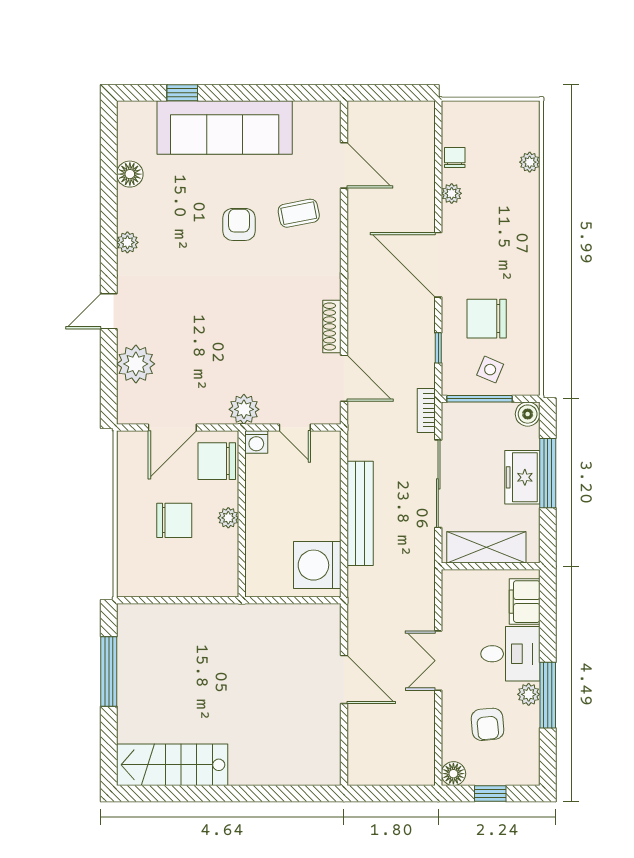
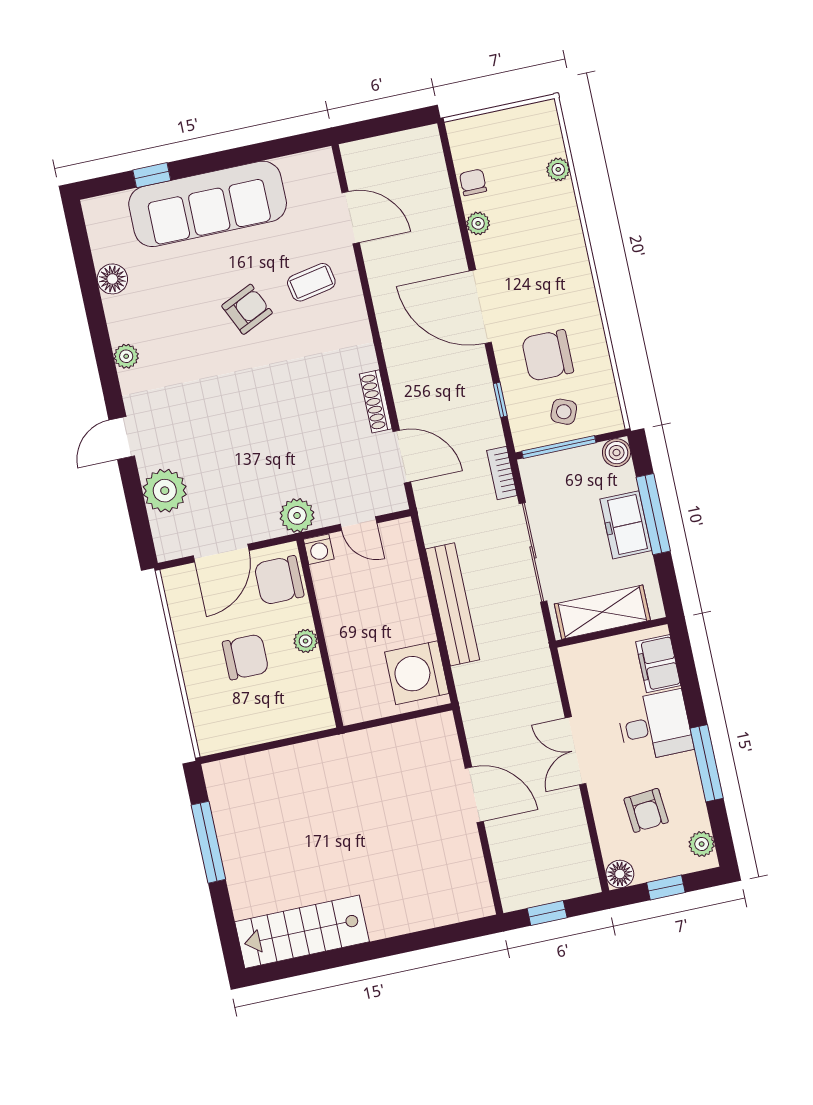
armchair: (239, 224) -> (247, 309), turned 65
plant: (529, 694) -> (702, 844), moved
window: (384, 794) -> (547, 913), added

